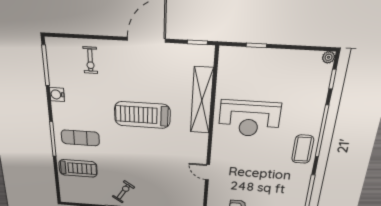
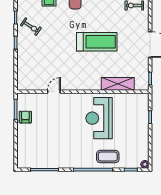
shelving: (202, 101) -> (118, 84), width x0.68
treadmill: (142, 115) -> (97, 42), turned 90
coffee table: (303, 149) -> (108, 157), moved

